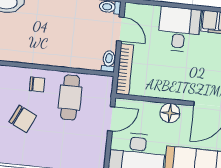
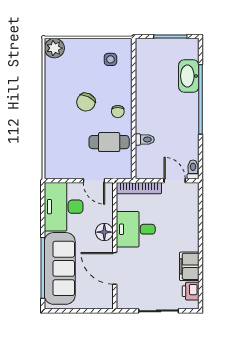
door: (120, 29) -> (175, 181), swing flipped
desk: (179, 29) -> (136, 229), moved, turned 180
toilet: (109, 61) -> (145, 140), moved

